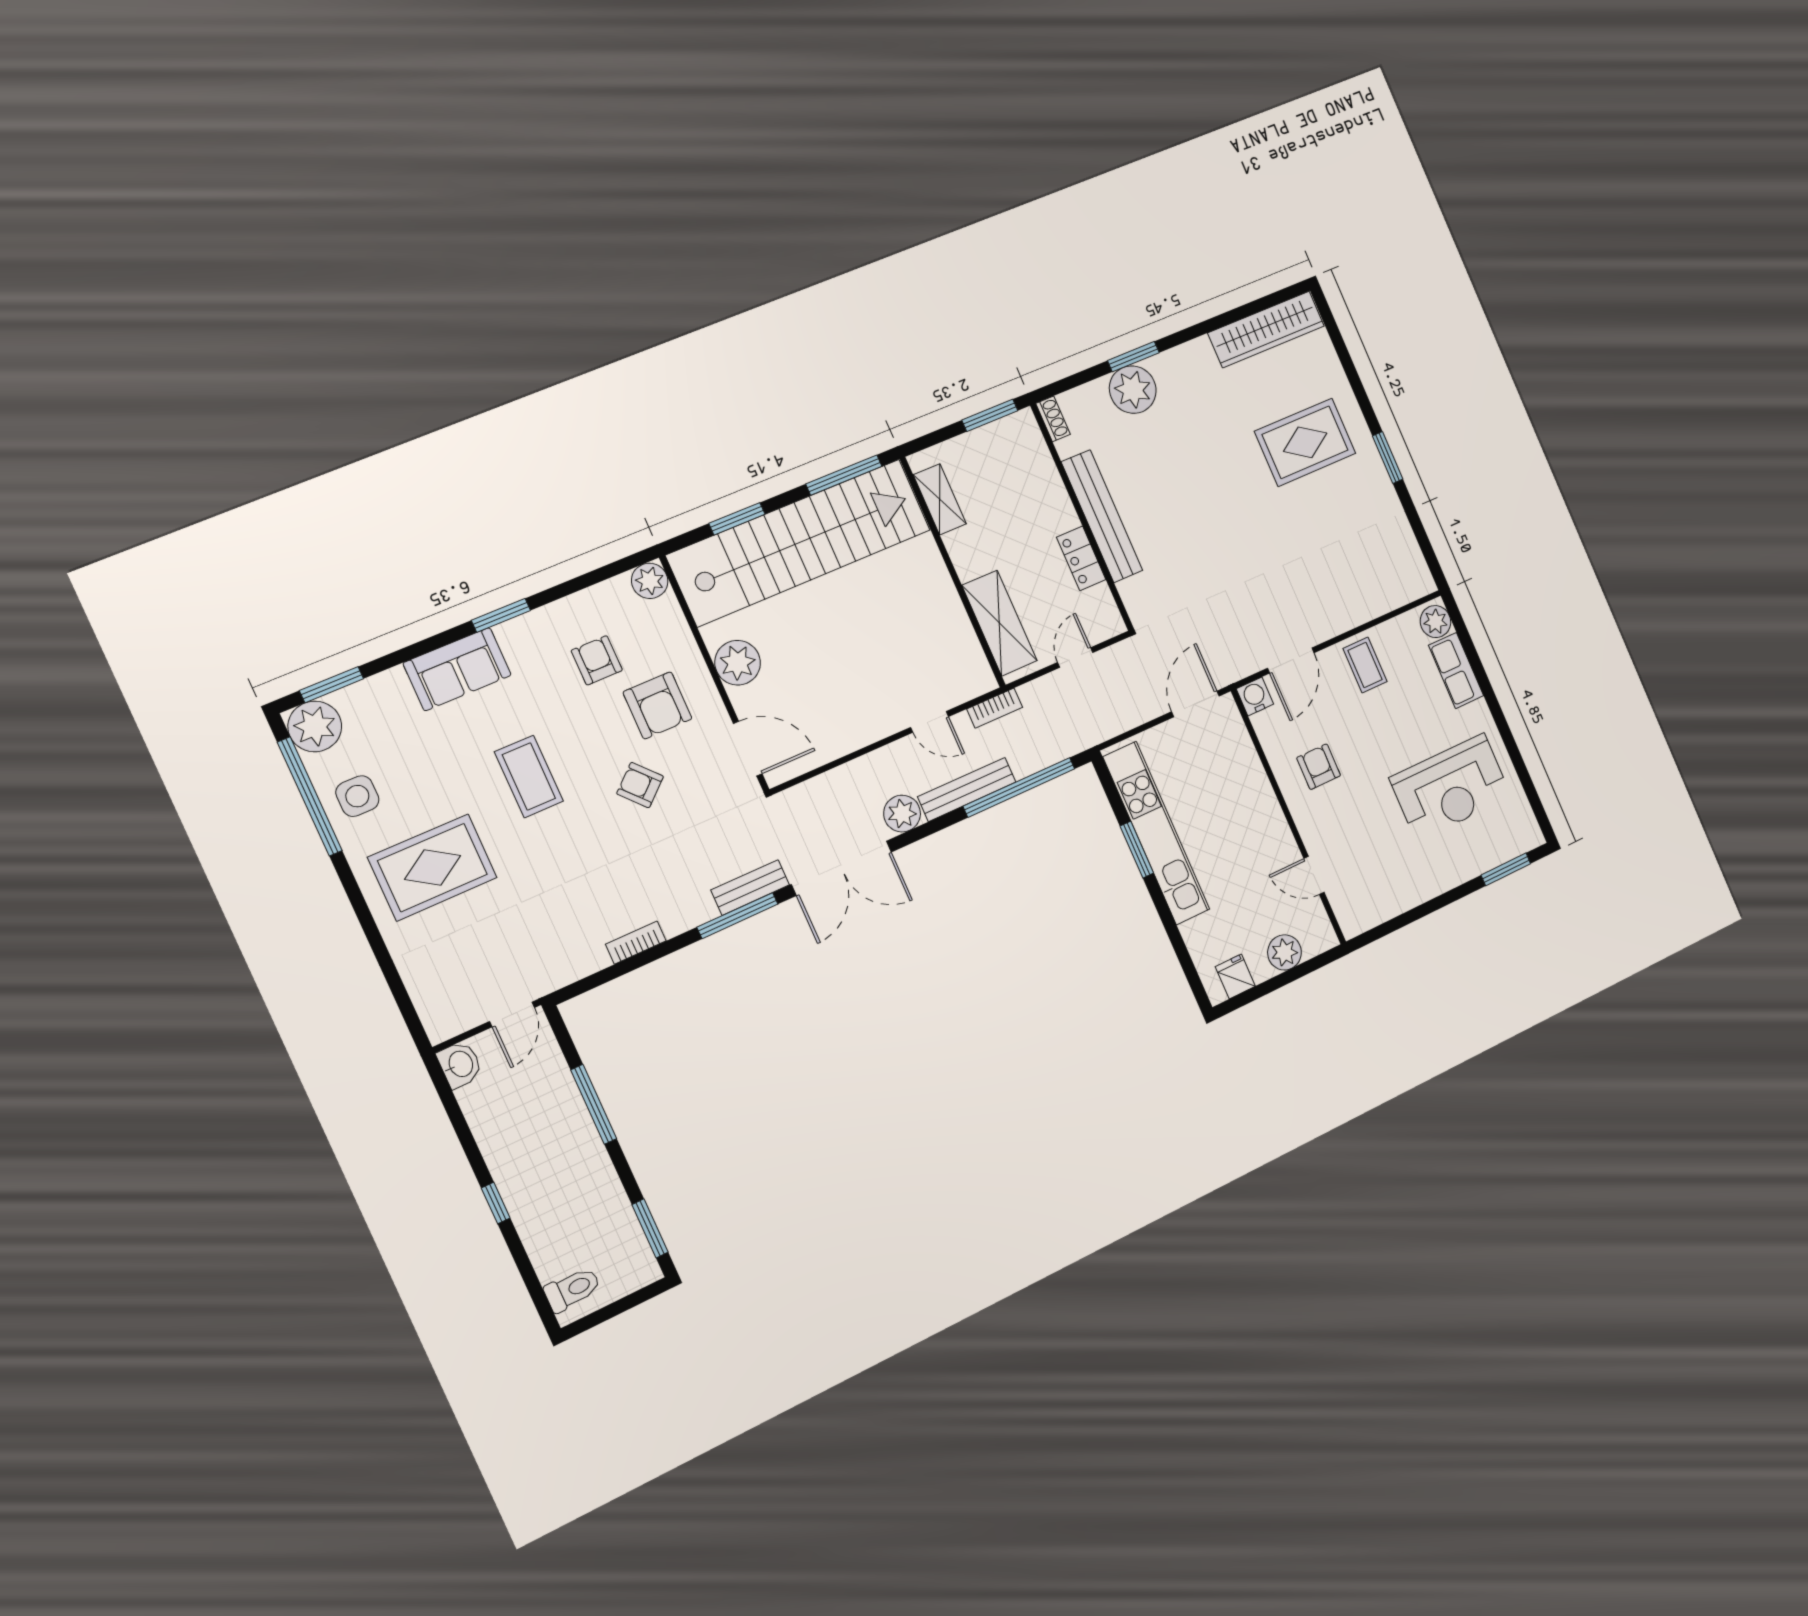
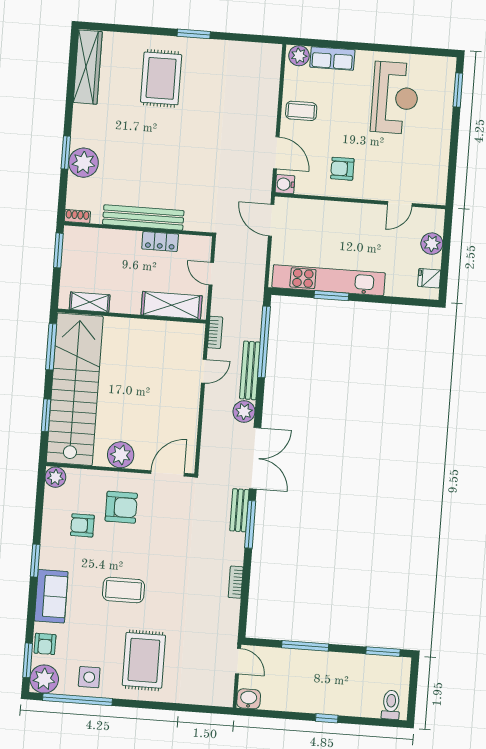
armchair: (640, 785) -> (45, 644), moved, turned -48

